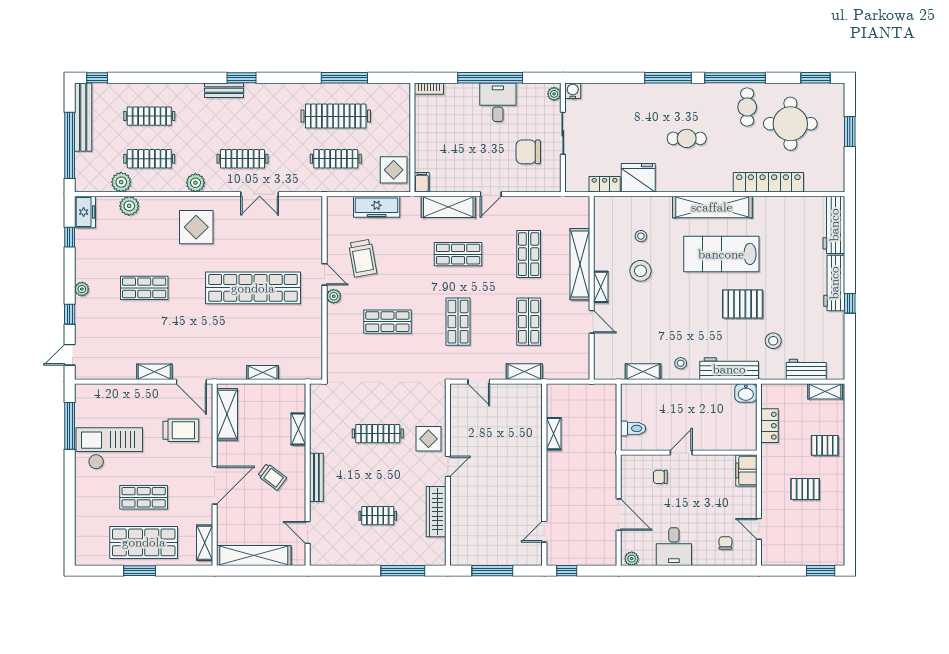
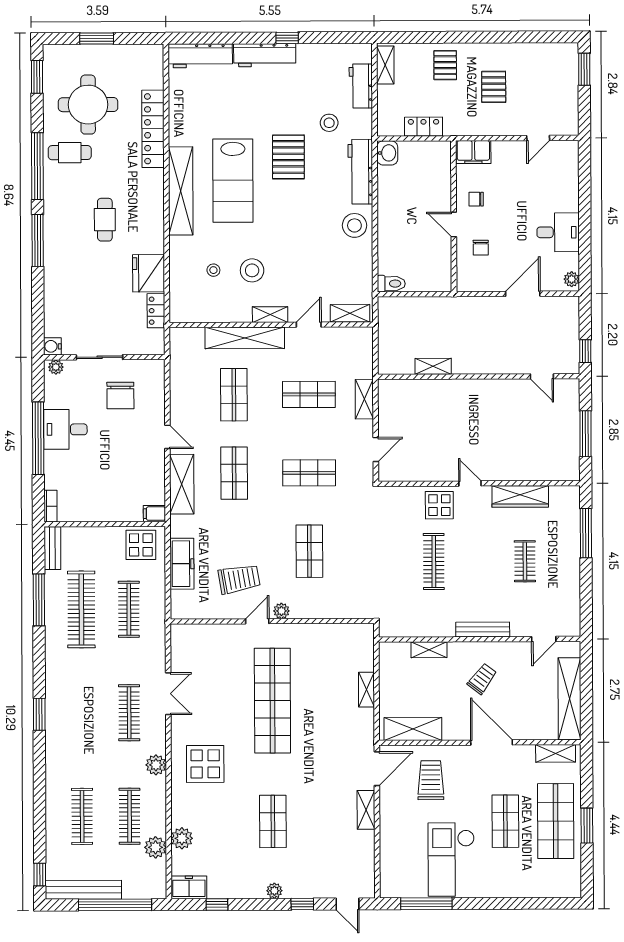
bench: (224, 90) -> (52, 548), moved
shop shelf: (529, 254) -> (234, 395), turned 90
stool: (681, 363) -> (354, 225), width x1.89, depth x1.89
shelving: (643, 372) -> (350, 313), moved, turned 90
toilet: (633, 428) -> (391, 284), moved, turned 90
chair: (725, 543) -> (476, 199), moved

